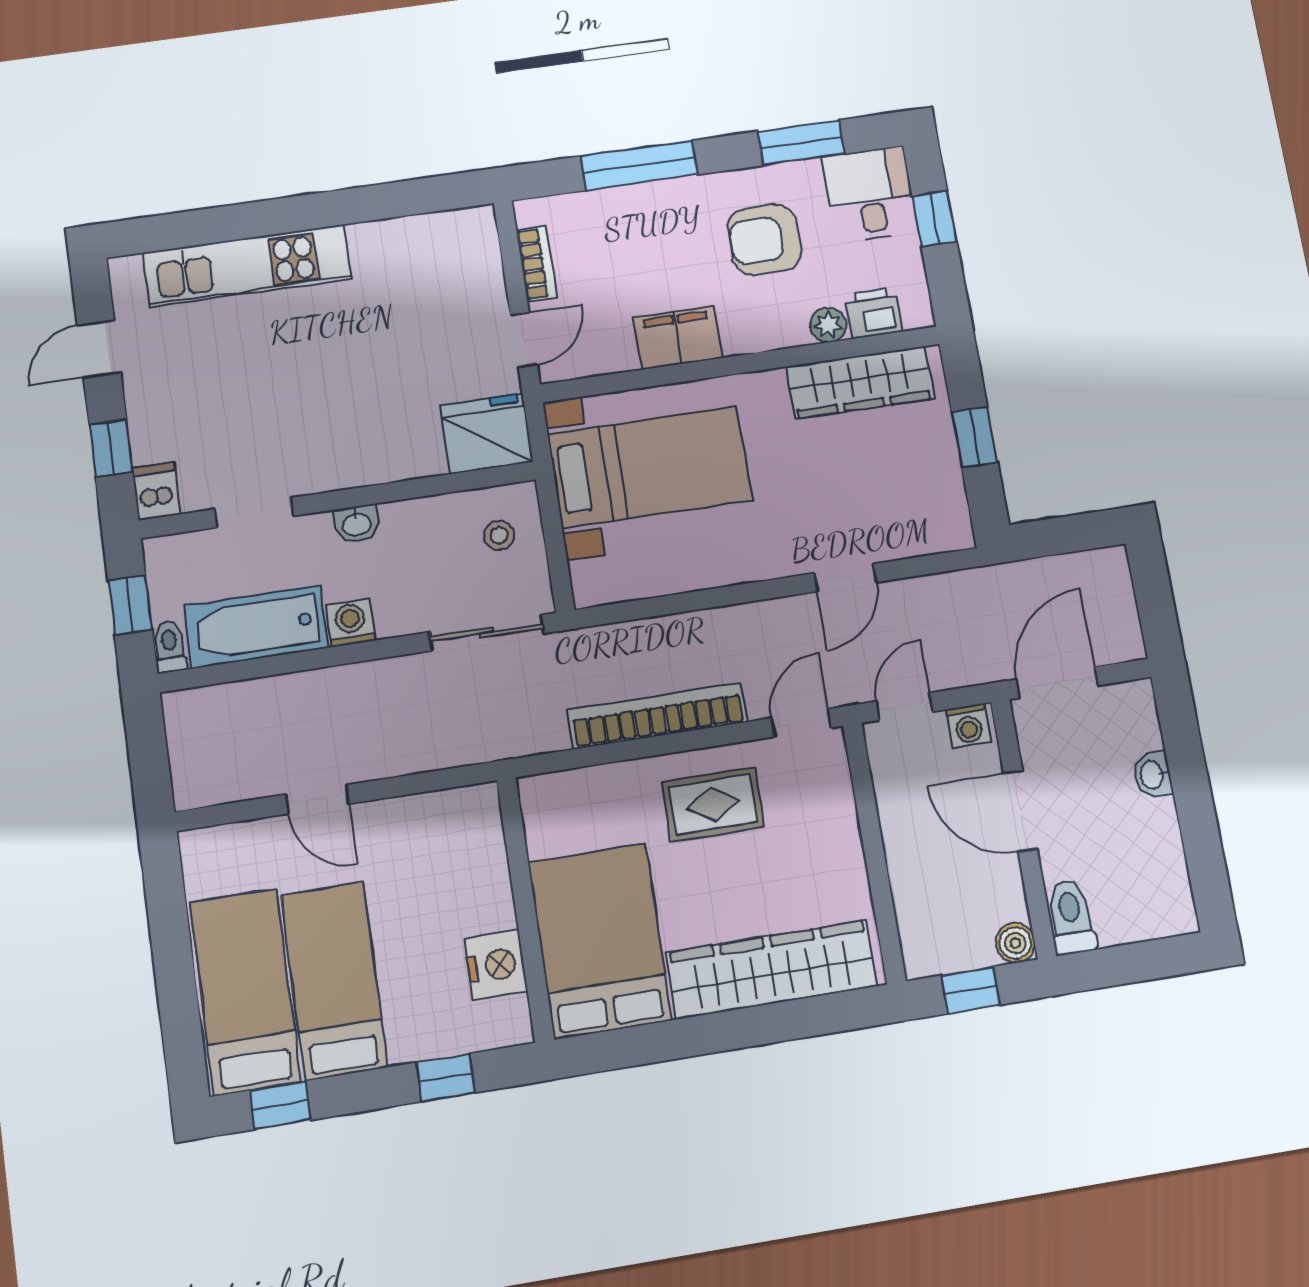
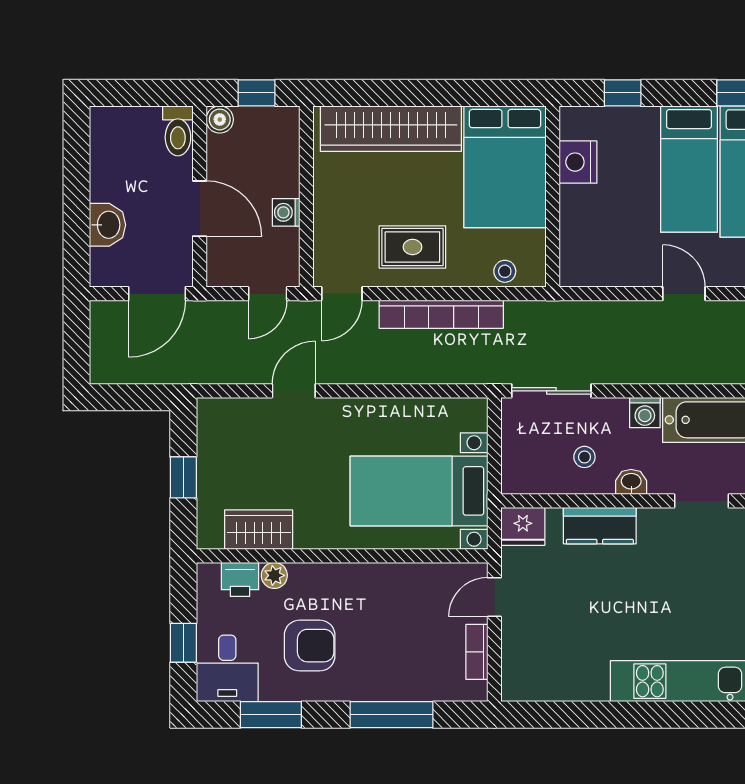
filing cabinet: (678, 338) -> (384, 582), removed
wardrobe: (860, 382) -> (259, 530), width x0.67
fridge: (486, 434) -> (523, 526), width x0.73, depth x0.75
kitchen counter: (392, 458) -> (600, 526), added
stool: (499, 536) -> (584, 457), moved
washing machine: (968, 726) -> (286, 212), moved, turned -90
washbasin: (1153, 775) -> (108, 225), width x1.38, depth x1.45
stool: (577, 791) -> (505, 271), added

